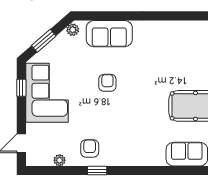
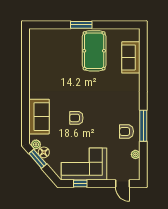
floor lamp: (62, 40) -> (44, 152), added
window: (44, 41) -> (38, 159), moved
window: (97, 171) -> (143, 126), width x2.17

